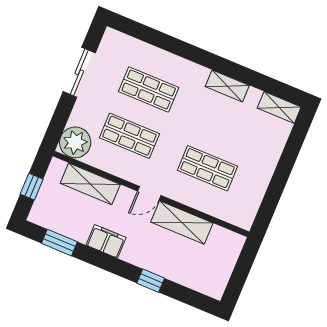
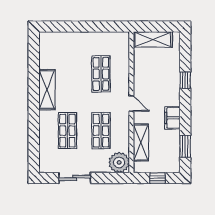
shelving: (227, 86) -> (47, 90), width x1.50, depth x1.33
shelving: (279, 107) -> (45, 45), removed
shelving: (182, 222) -> (153, 40), moved, turned 90

